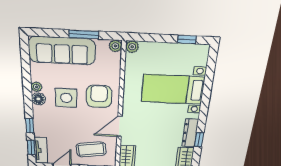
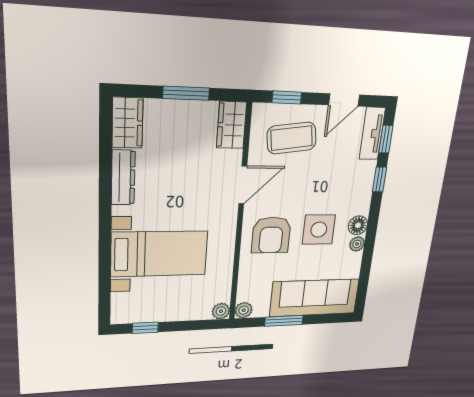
window: (199, 140) -> (106, 165), removed

